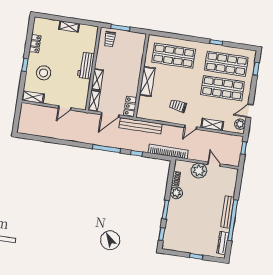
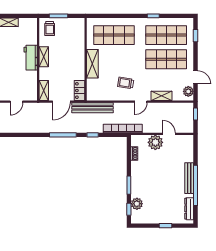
shelving: (97, 80) -> (44, 57), moved
door: (249, 111) -> (196, 77), swing flipped
plant: (176, 193) -> (137, 204), moved

